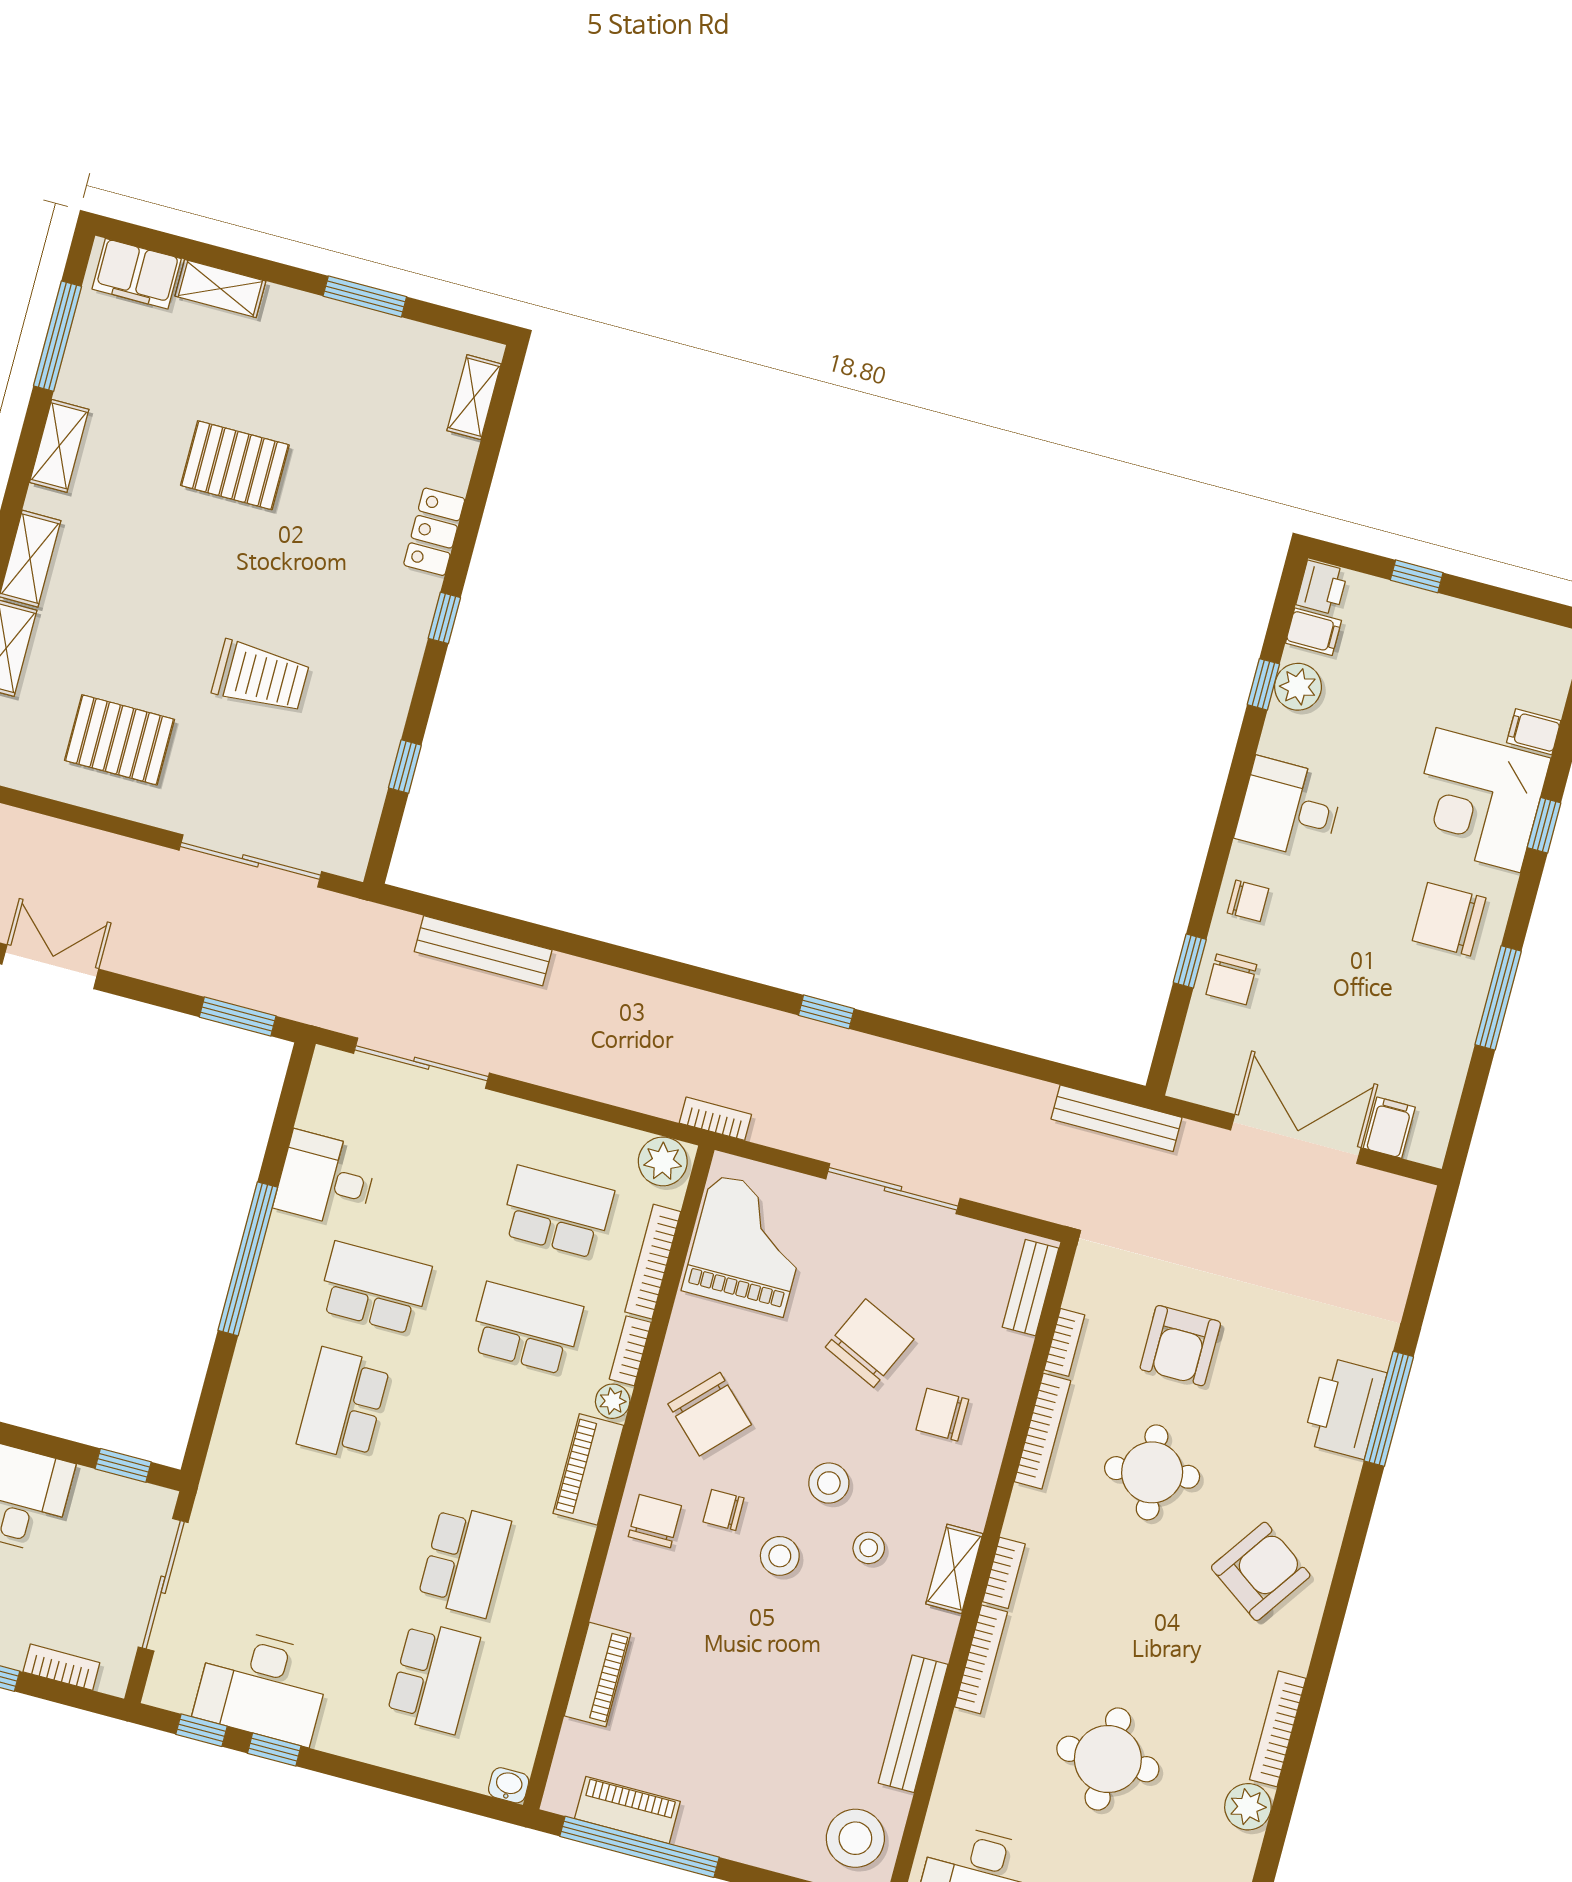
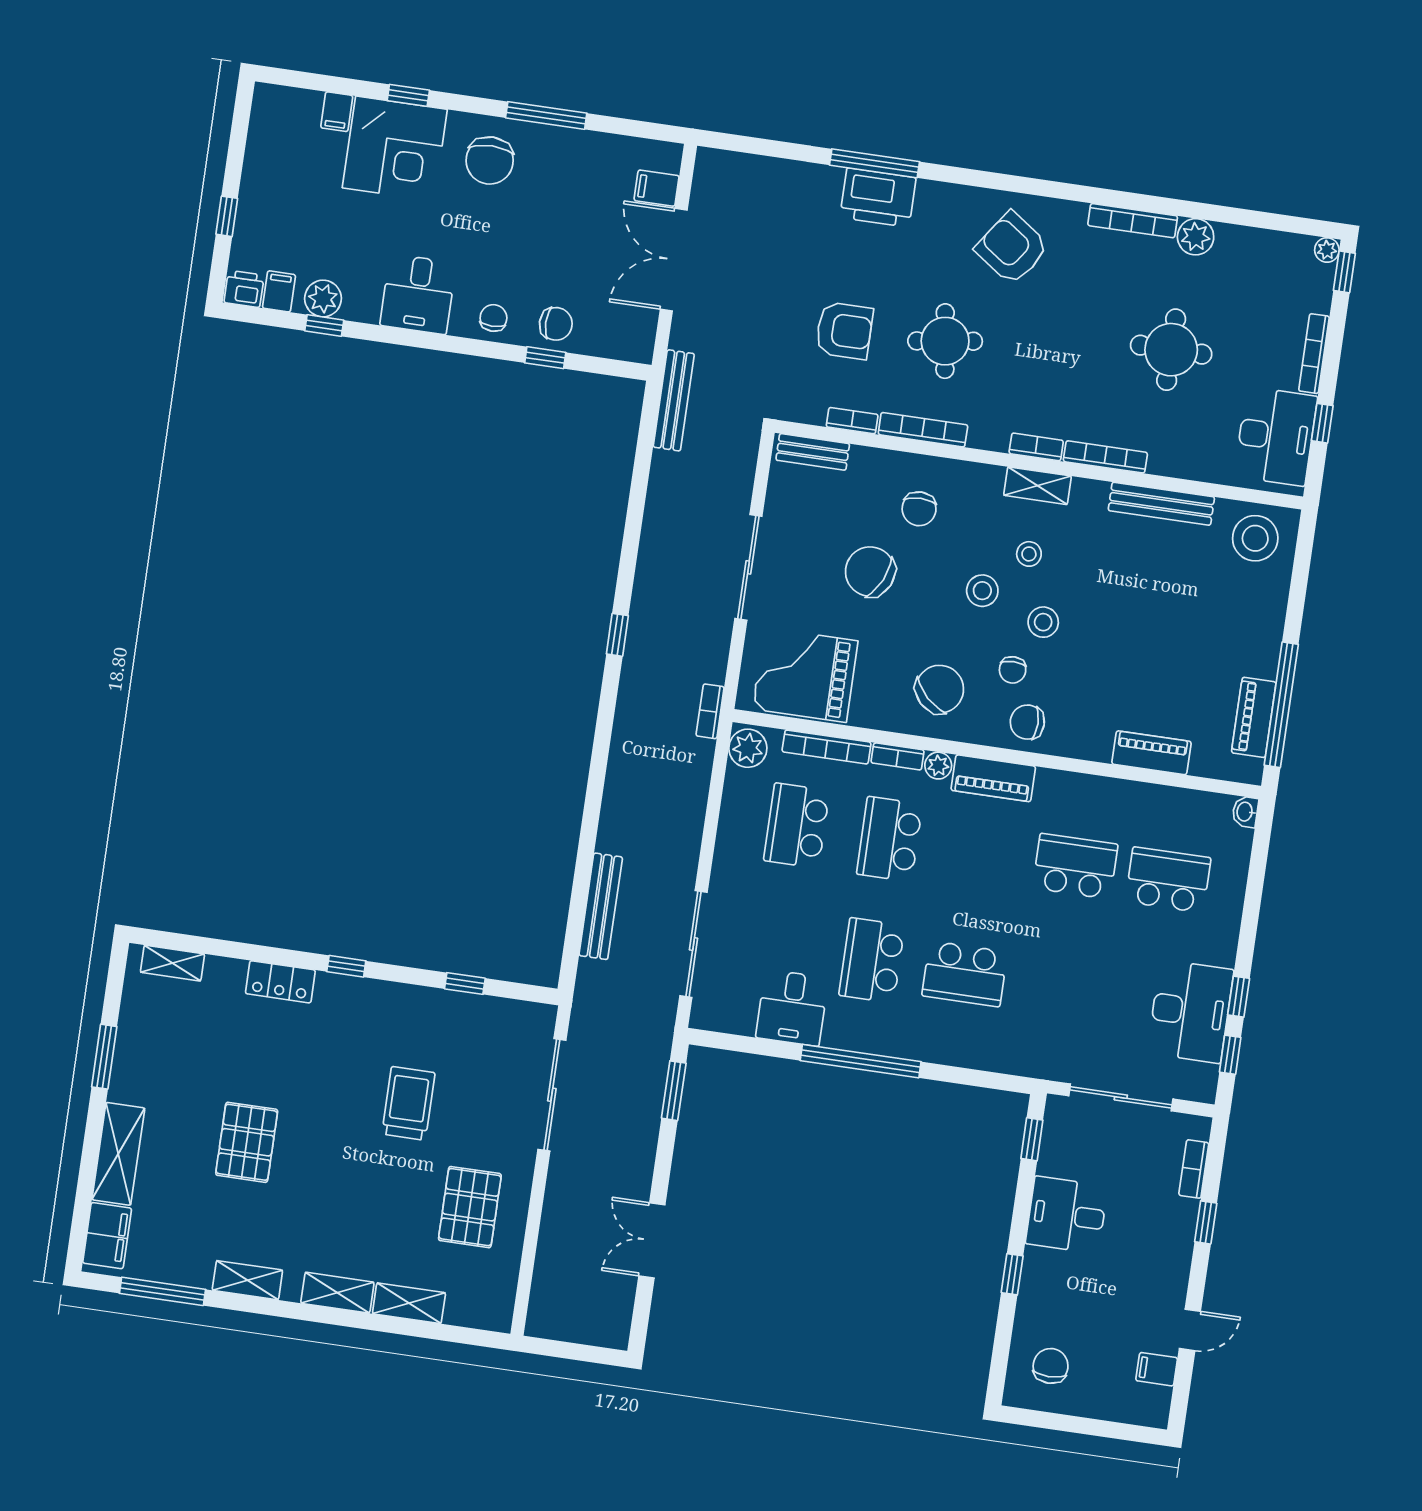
shelving: (220, 289) -> (118, 1154), width x1.50, depth x1.33

